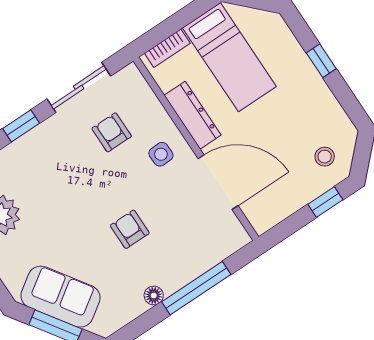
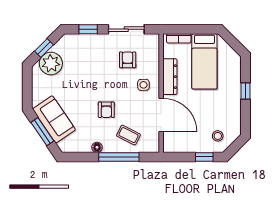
armchair: (130, 229) -> (106, 110), turned 180
coffee table: (189, 245) -> (128, 135), added

